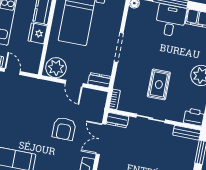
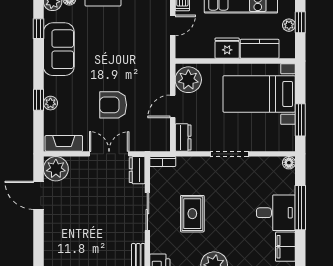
rug: (159, 84) -> (192, 214), turned 90

